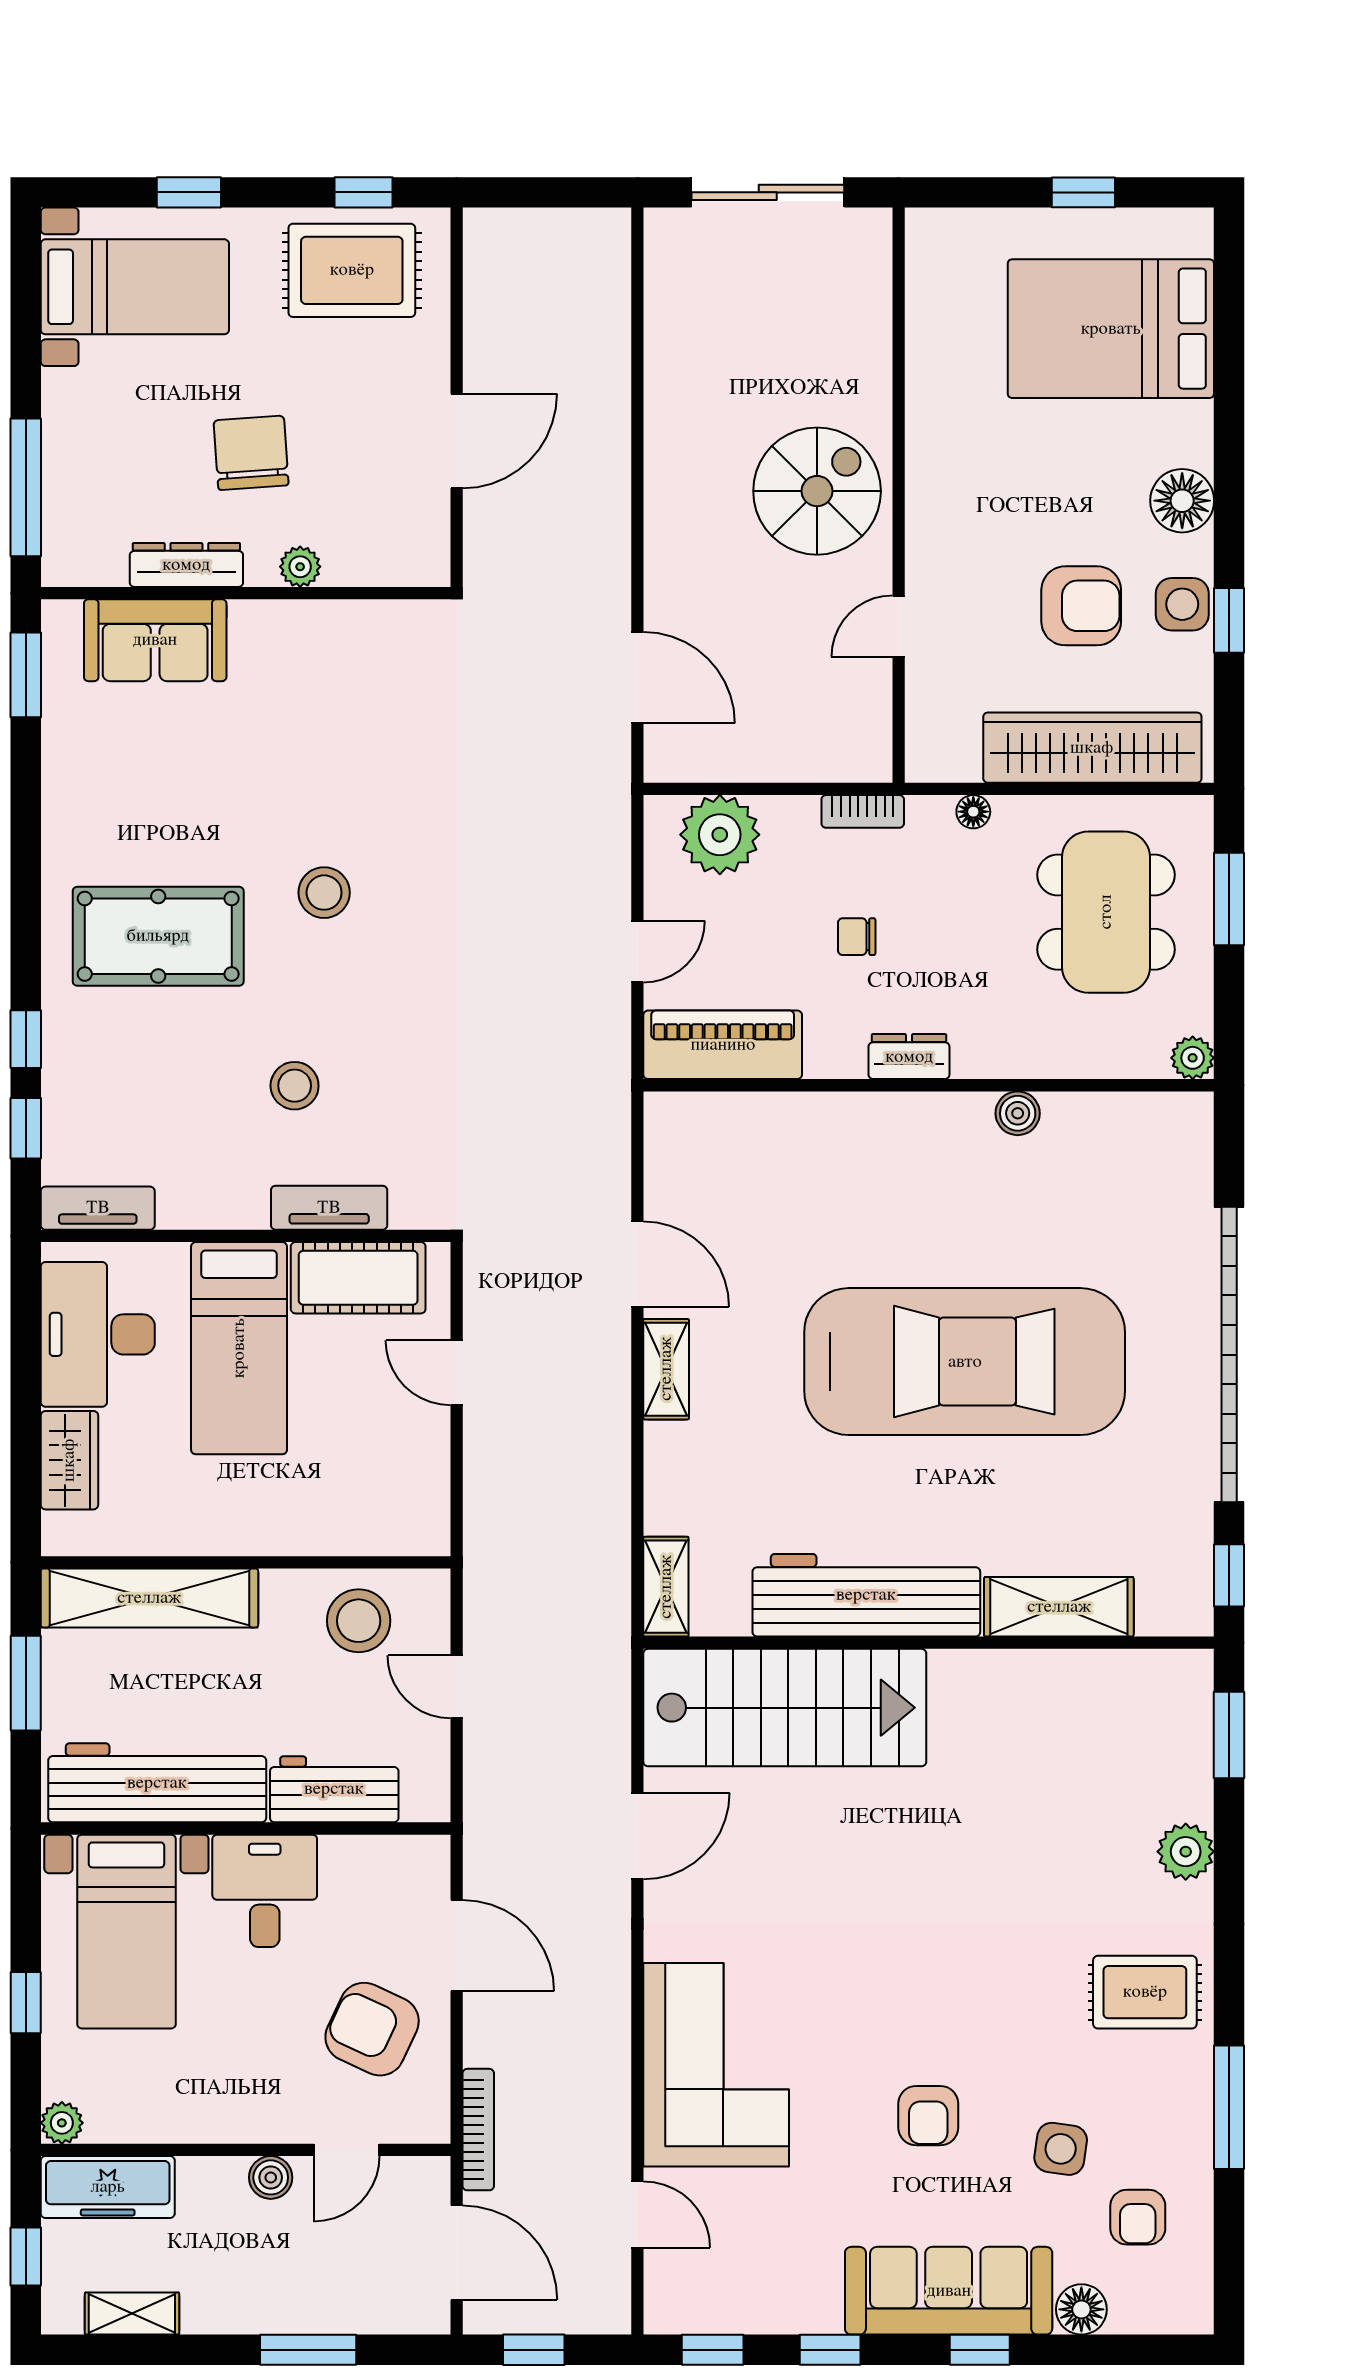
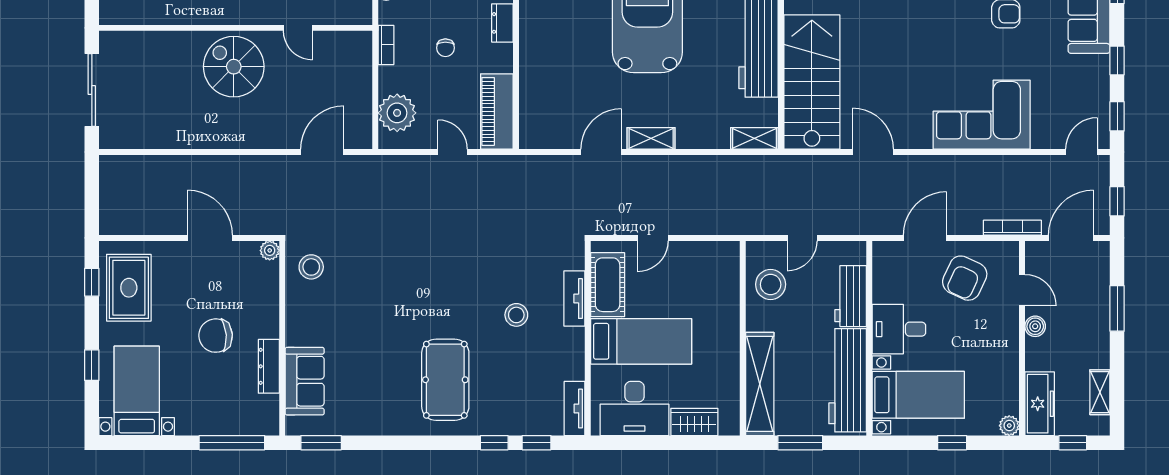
plant: (300, 567) -> (270, 250), moved
stool: (324, 893) -> (311, 267), moved
door: (637, 2214) -> (1081, 152), moved

